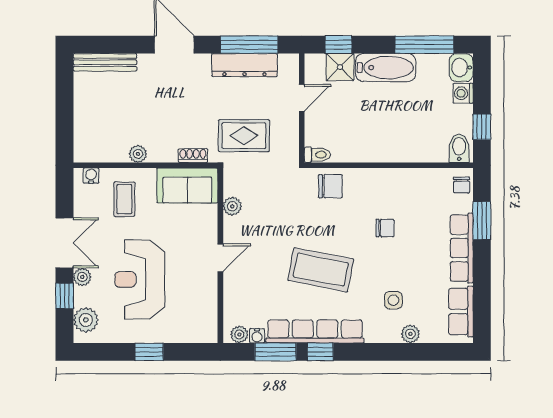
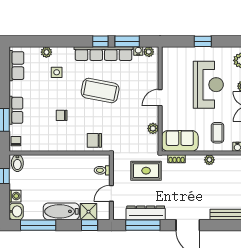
toilet: (317, 155) -> (102, 170), moved
row of seats: (462, 248) -> (16, 110), width x0.68

